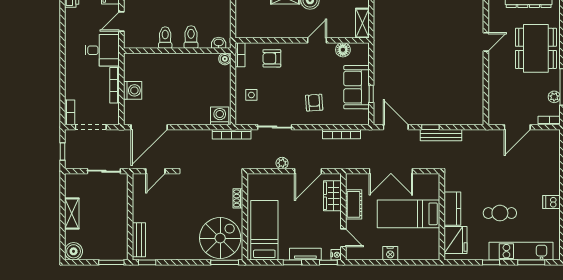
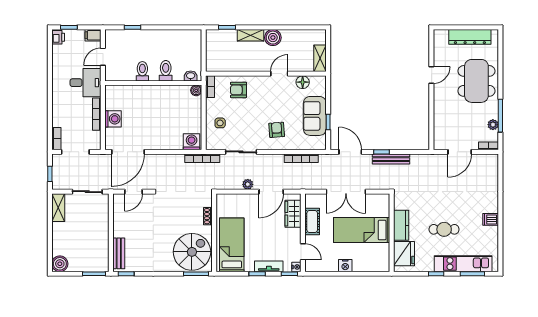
shelving: (72, 213) -> (58, 208), moved

